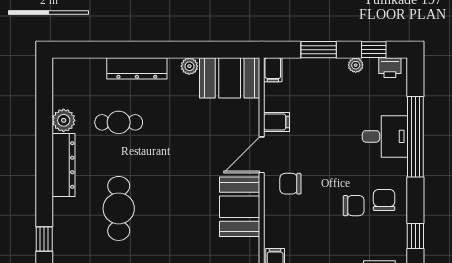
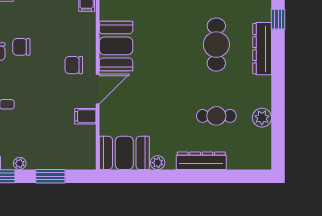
filing cabinet: (273, 70) -> (88, 160), removed
dresser: (63, 165) -> (262, 49), moved
chair: (290, 184) -> (74, 65), turned 180

